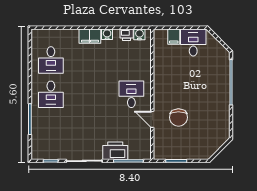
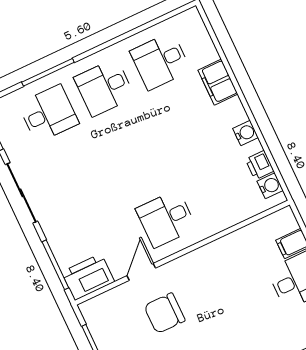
filing cabinet: (90, 36) -> (218, 82), moved
desk: (131, 94) -> (166, 219), turned 180
desk: (51, 129) -> (48, 114), added
printer: (115, 151) -> (88, 277), moved, turned -90

